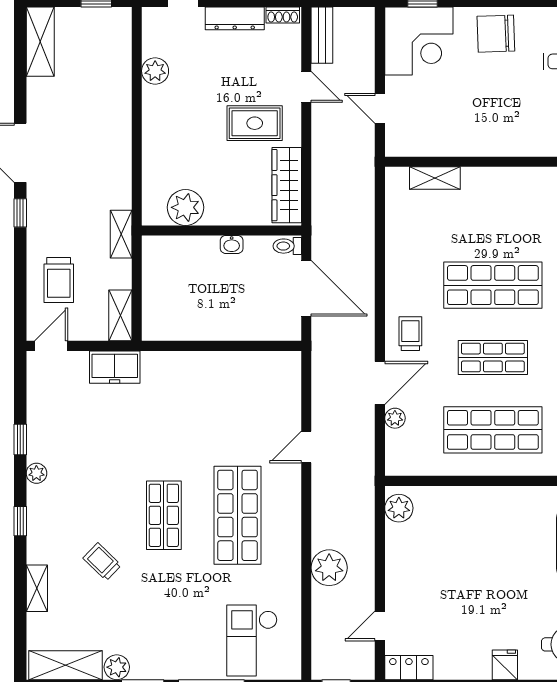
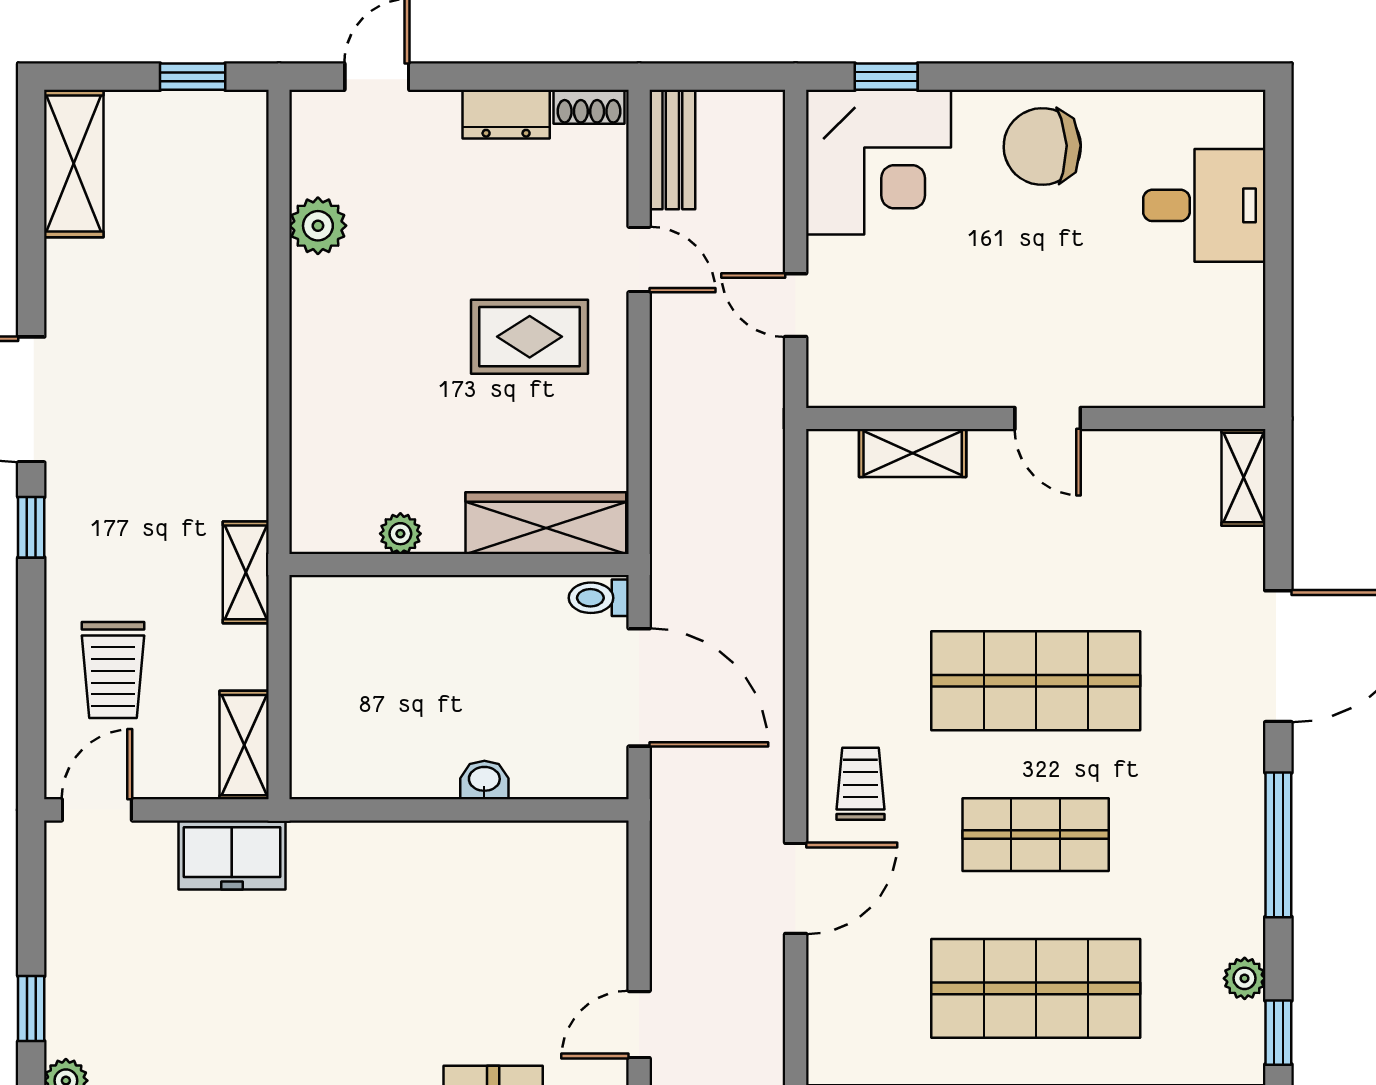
dresser: (235, 18) -> (506, 114), width x0.70
door: (499, 162) -> (1048, 418), added
wardrobe: (287, 185) -> (546, 523), moved, turned 90
plant: (185, 207) -> (400, 534), width x0.53, depth x0.53
washbasin: (232, 244) -> (484, 780), moved, turned 180
plant: (395, 418) -> (828, 964), removed

